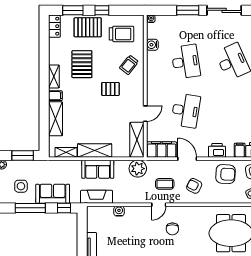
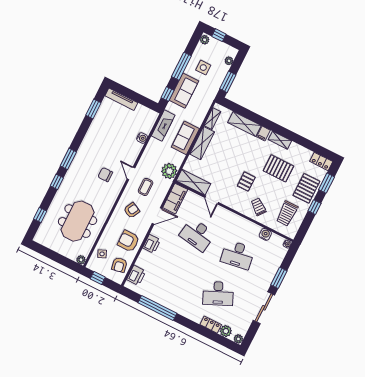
filing cabinet: (240, 150) -> (142, 263), removed
armchair: (226, 174) -> (128, 241), turned 87

